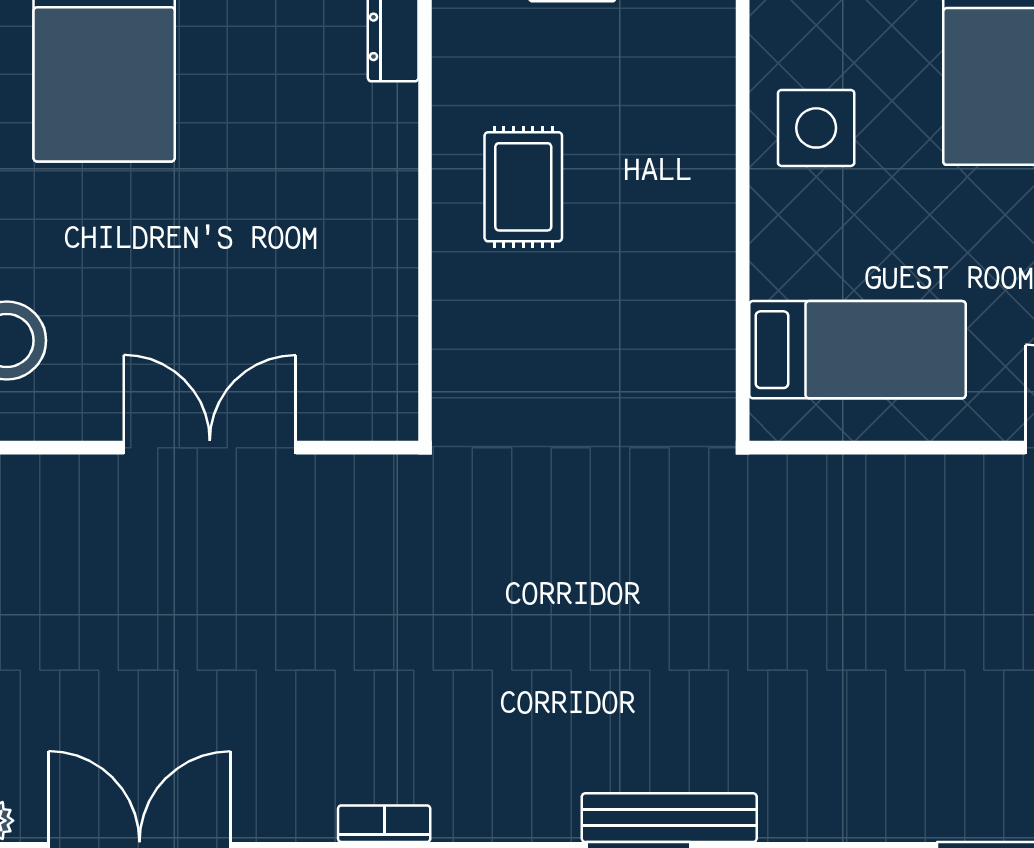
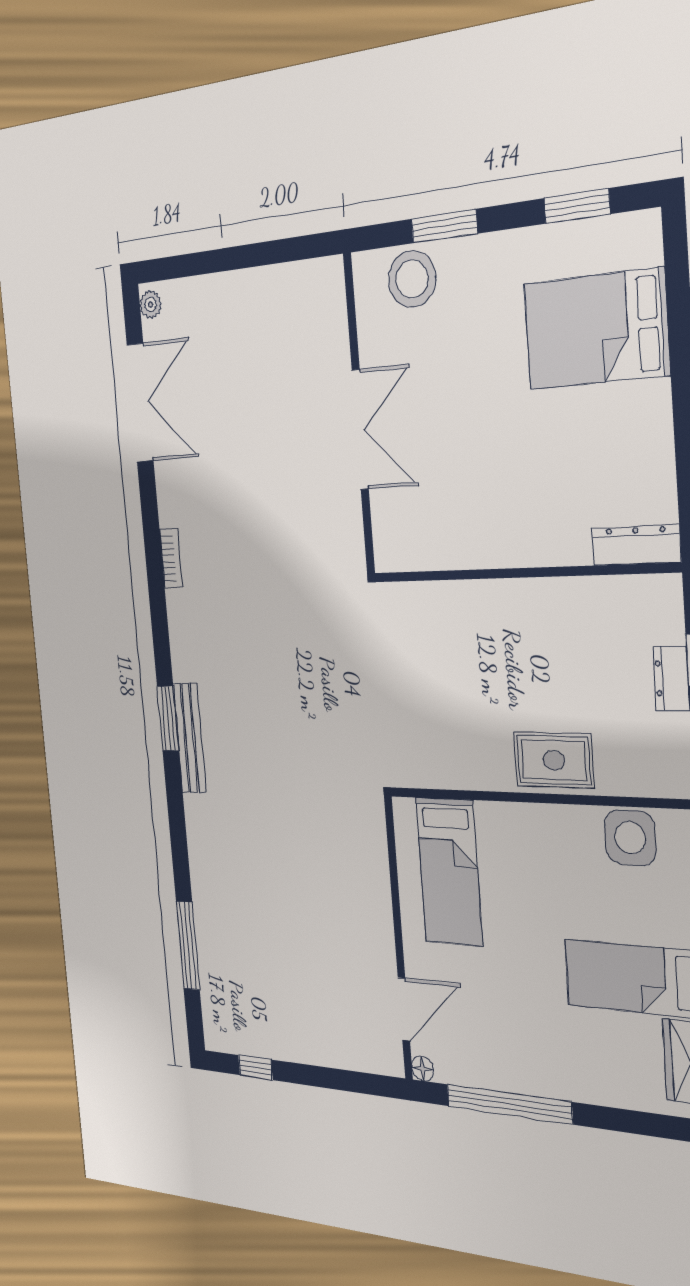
side table: (816, 128) -> (630, 838), moved
rug: (523, 187) -> (554, 760), moved

